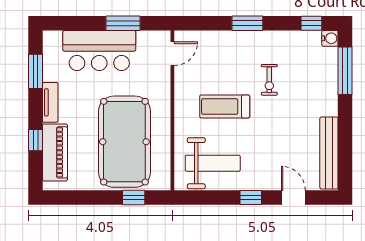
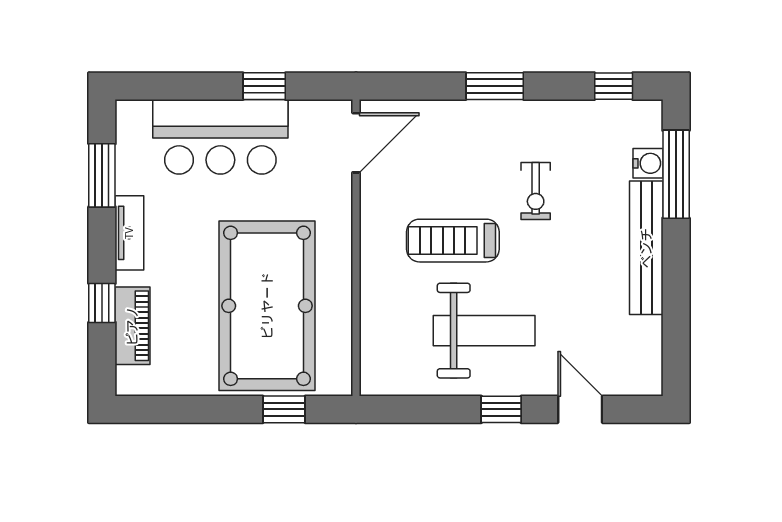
window: (123, 23) -> (264, 86), width x0.67
water cooler: (330, 38) -> (648, 163), moved
door: (172, 54) -> (356, 143), width x1.37
piano: (55, 152) -> (132, 326), width x0.73, depth x0.75
bench: (329, 153) -> (646, 248), moved
weight bench: (213, 163) -> (484, 331), moved

